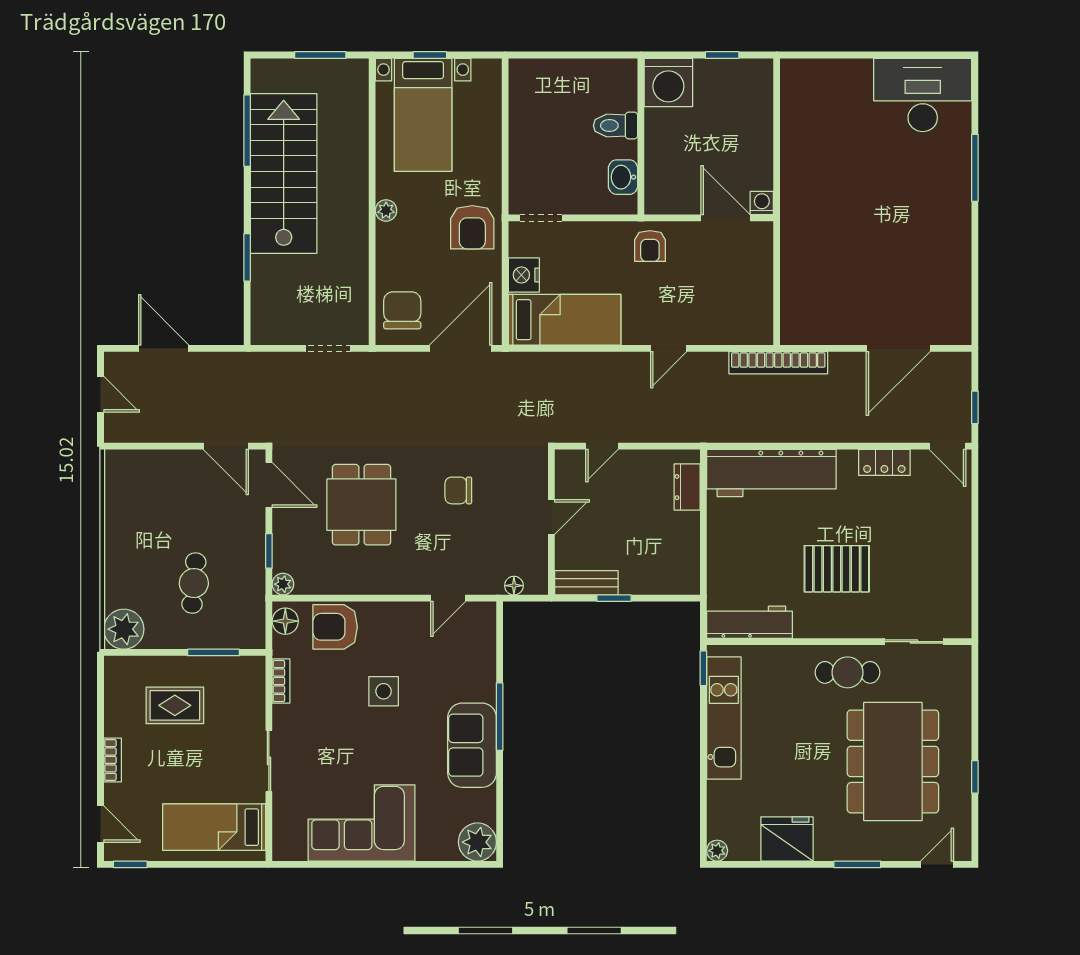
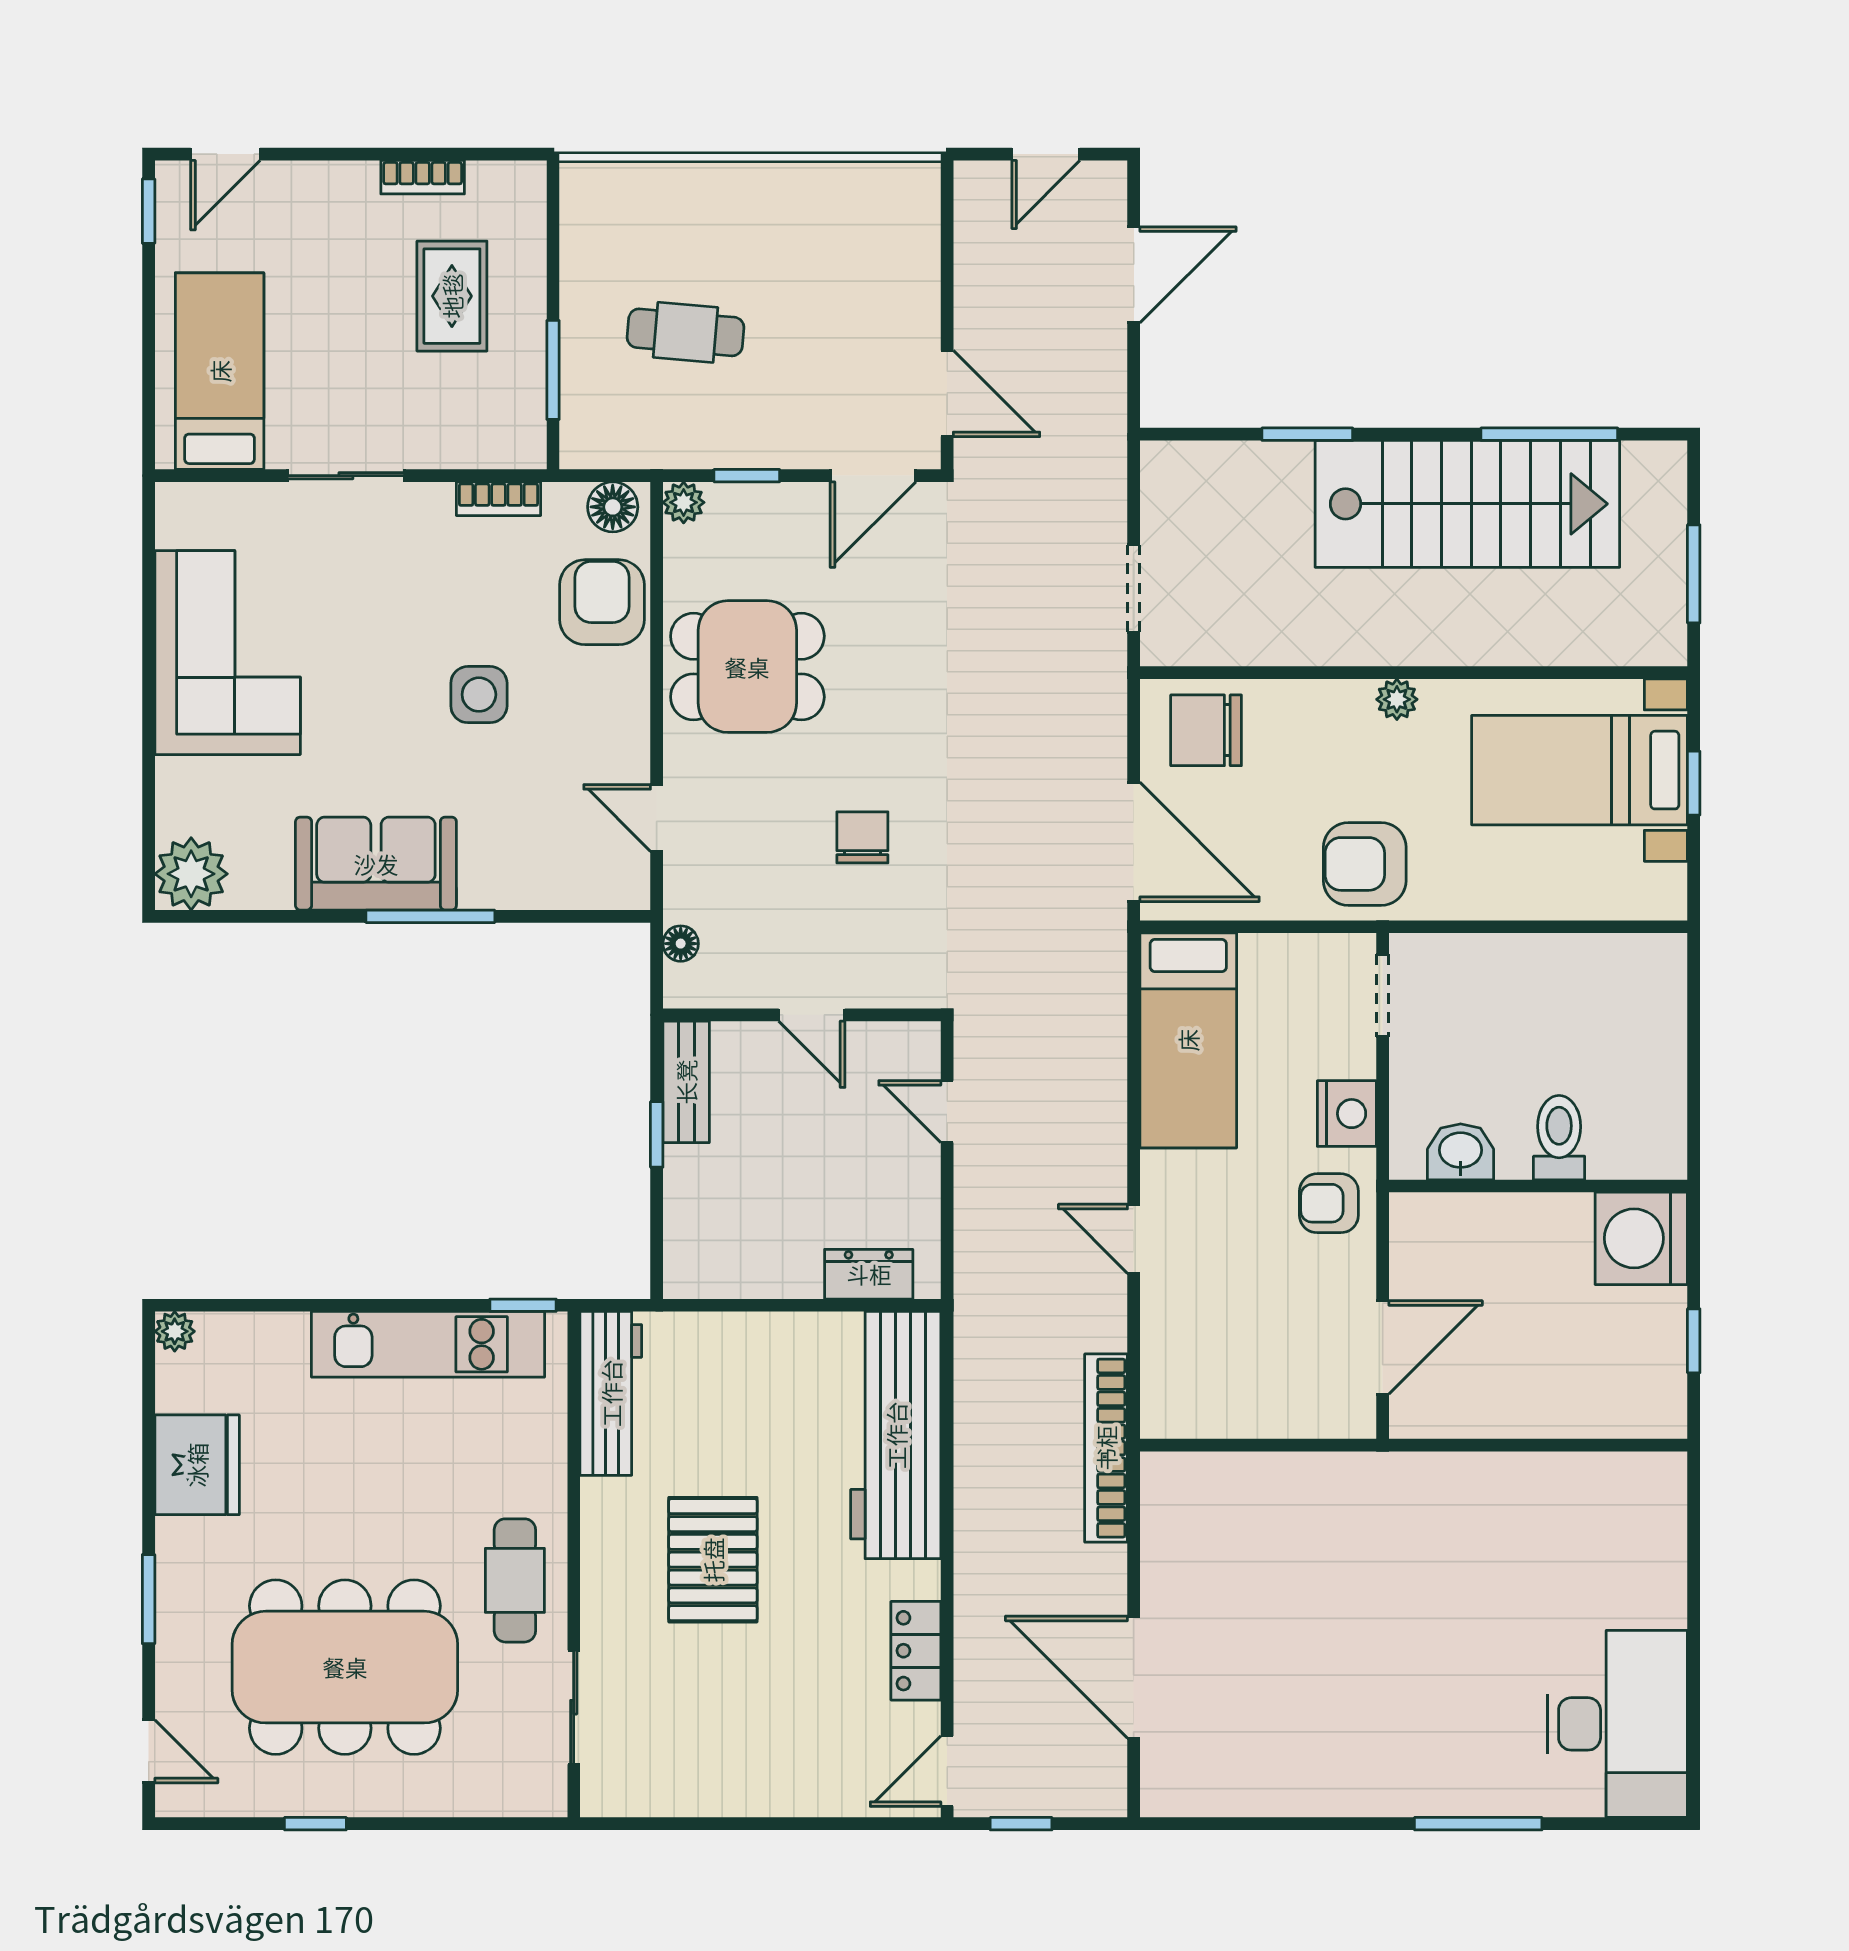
washing machine: (762, 203) -> (1411, 1417), removed
nightstand: (524, 275) -> (1347, 1114), moved, turned 90
chair: (402, 310) -> (1206, 730), turned 180
door: (226, 446) -> (947, 394), swing flipped
dining table: (361, 505) -> (747, 667), moved
plant: (124, 629) -> (597, 199), removed
bookcase: (113, 760) -> (423, 177), moved

